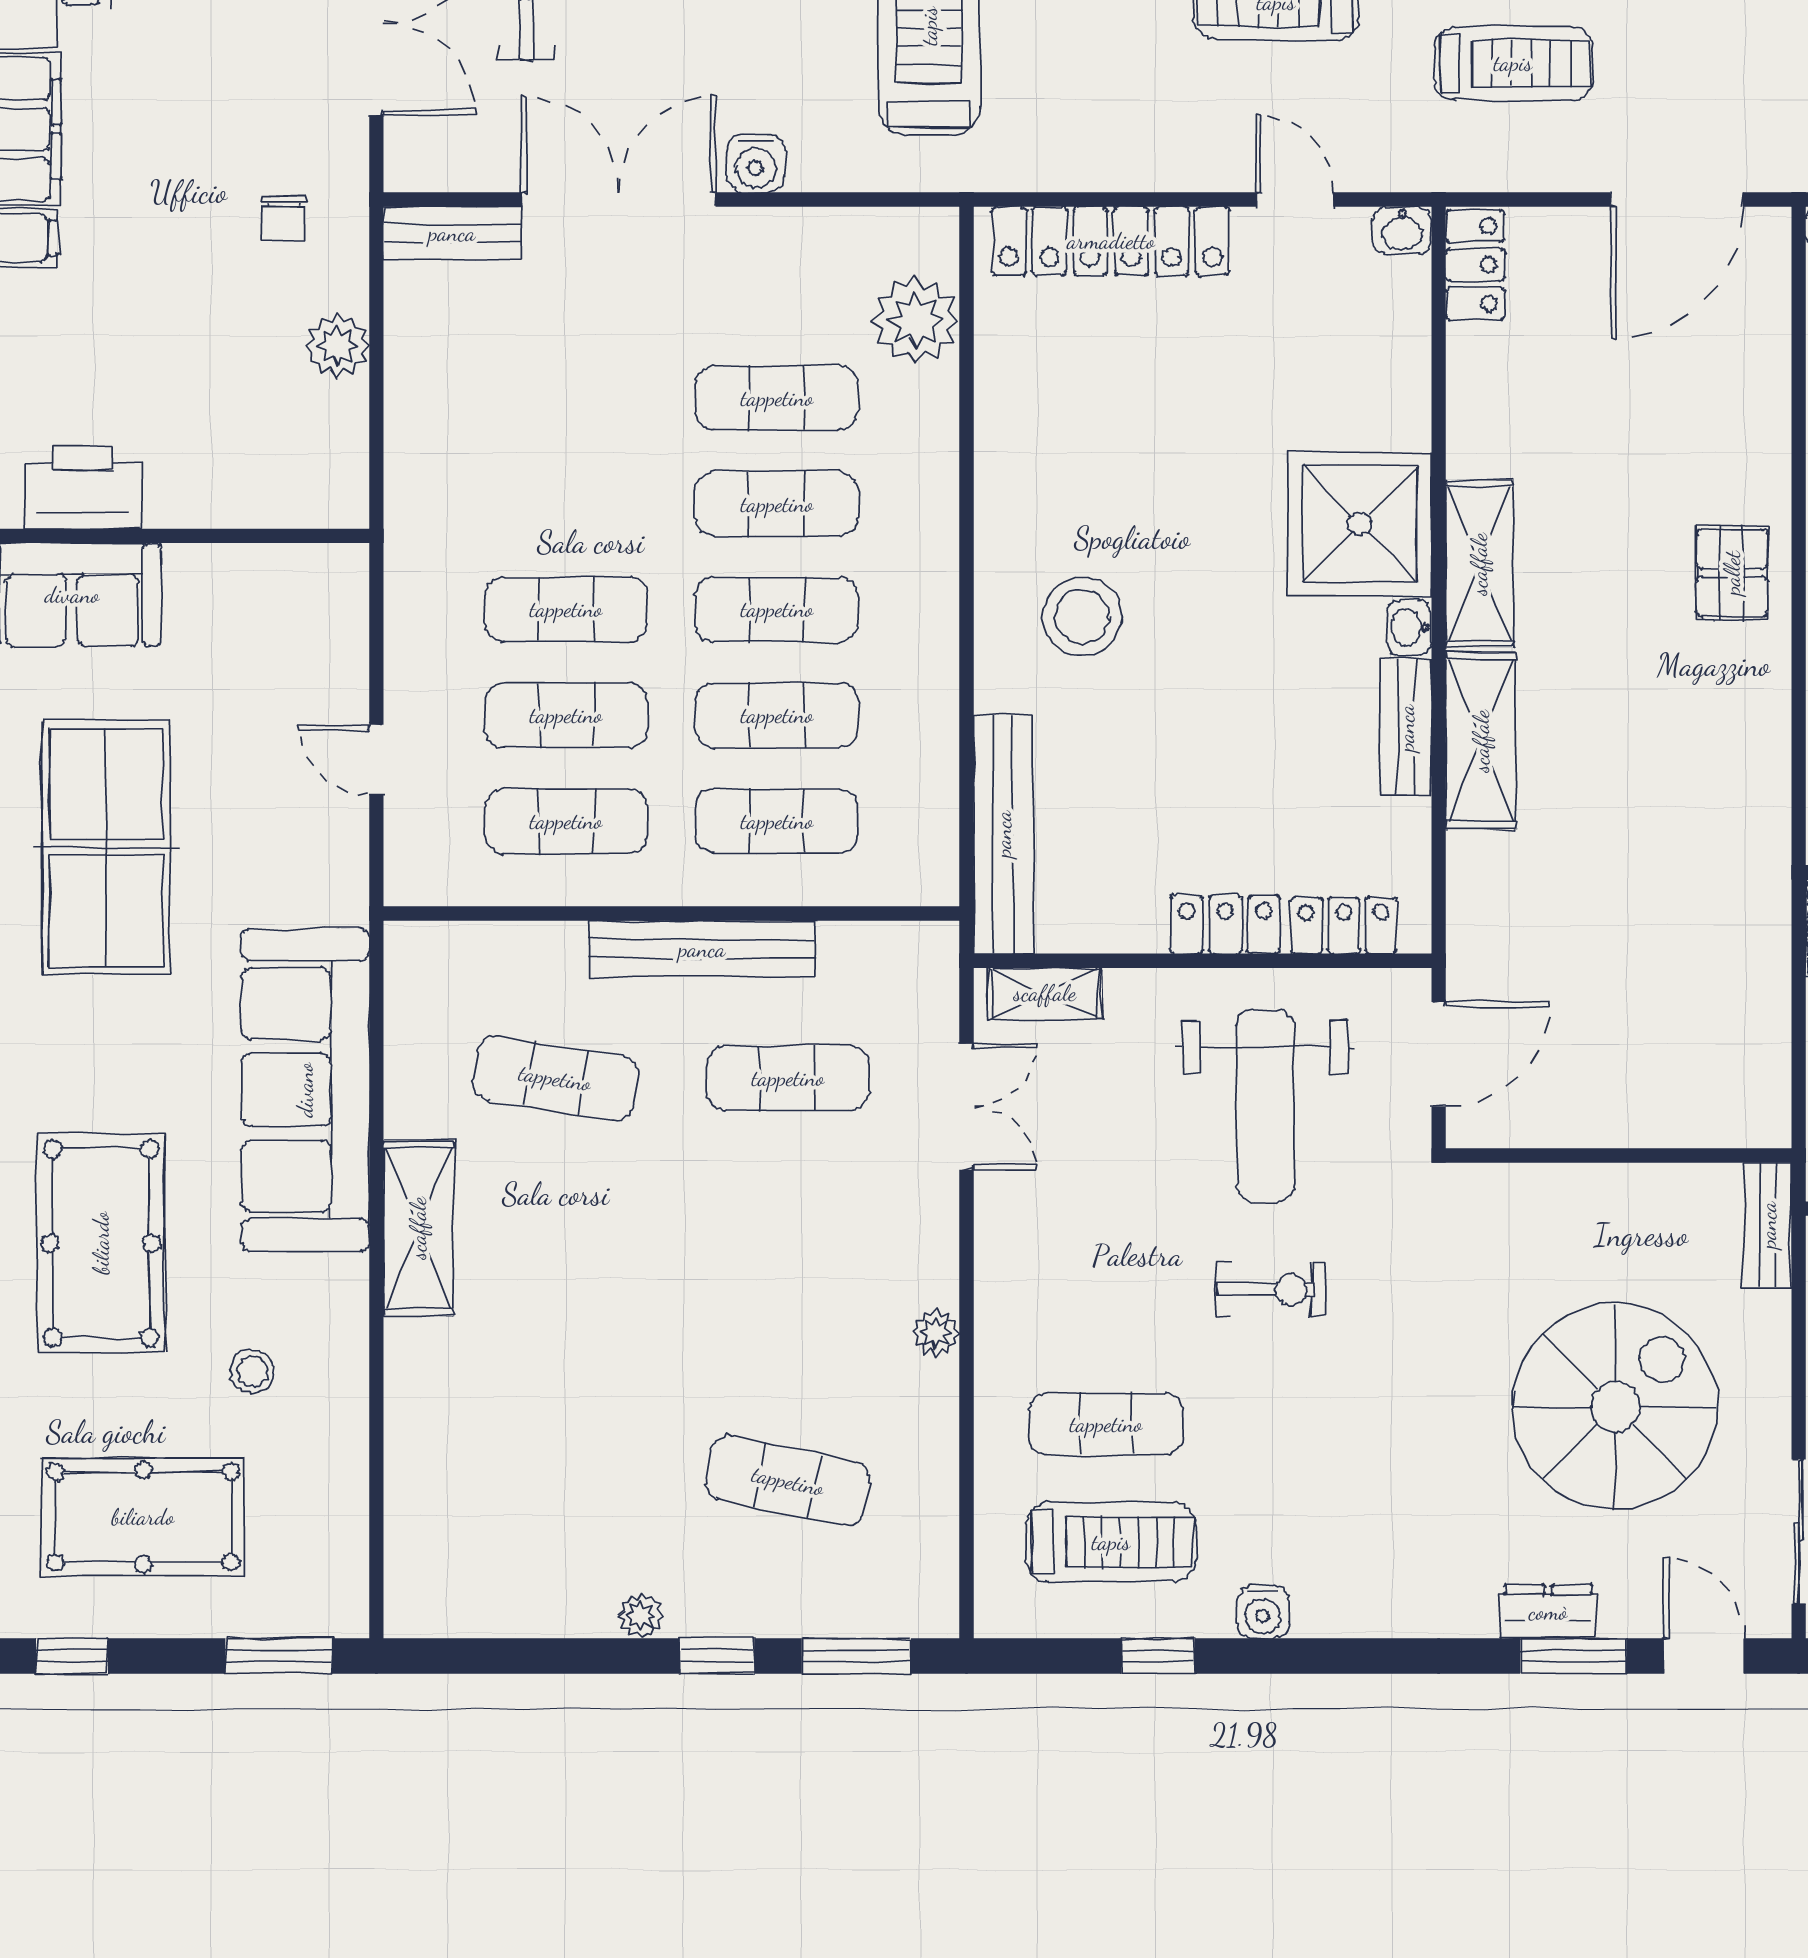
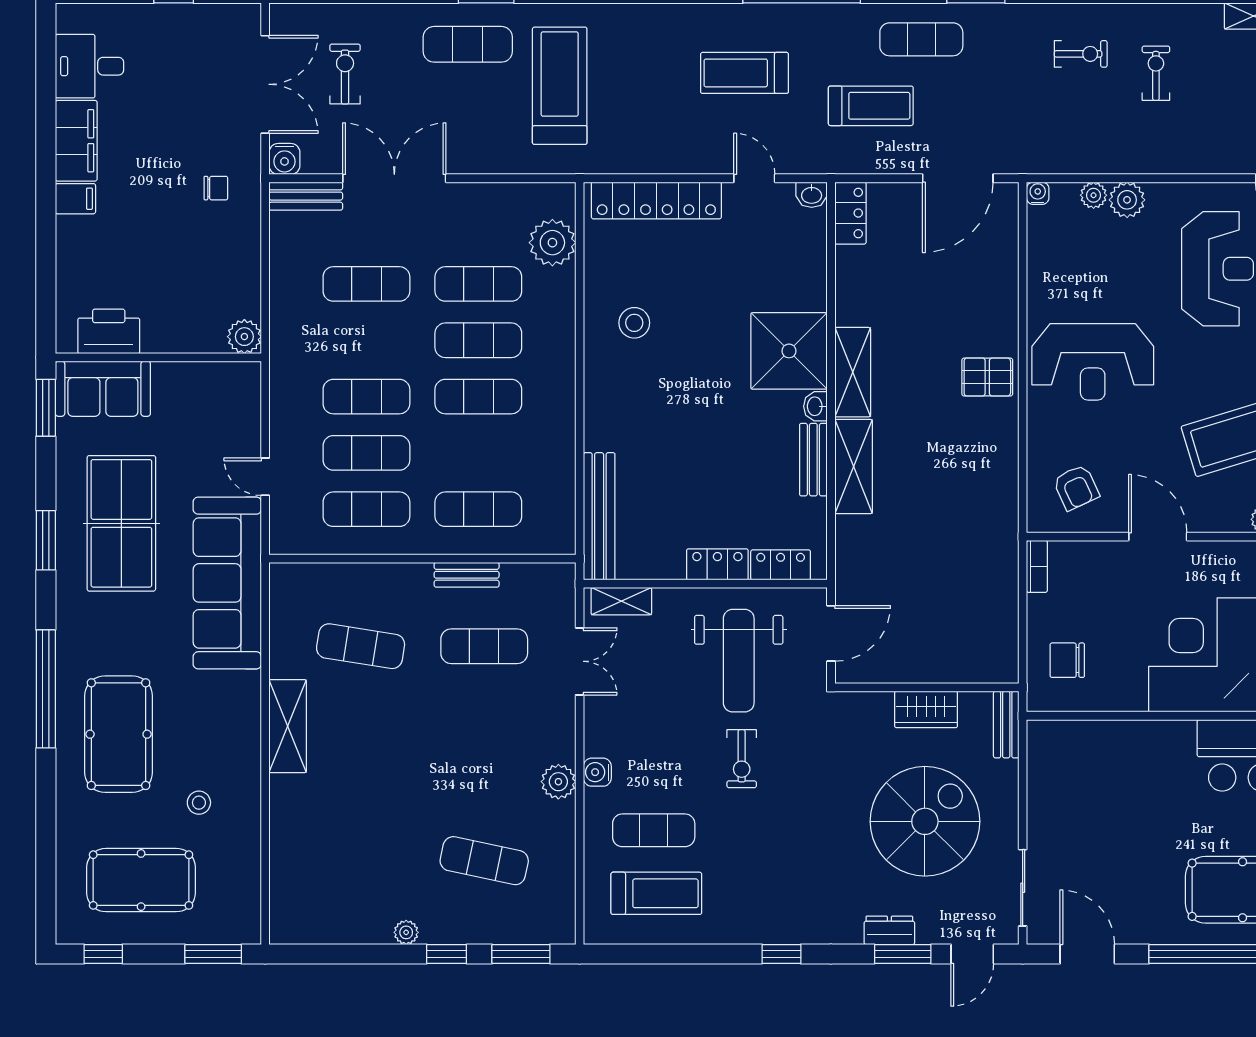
water cooler: (756, 163) -> (284, 159), moved
chair: (284, 218) -> (216, 188), turned -90
plant: (337, 345) -> (244, 337), moved
pallet: (1732, 573) -> (987, 377), turned 90
stool: (1082, 616) -> (634, 323), moved, width x0.73, depth x0.73
exercise mat: (777, 715) -> (366, 284), moved
bench: (702, 949) -> (467, 575), width x0.54, depth x0.82
sofa: (305, 1090) -> (227, 583), moved
wardrobe: (1617, 1197) -> (926, 709), added
exercise bike: (1271, 1289) -> (742, 759), turned 90
plant: (936, 1332) -> (558, 782), width x1.38, depth x1.38
water cooler: (1263, 1612) -> (597, 772), moved, turned 90
window: (1158, 1656) -> (781, 954), moved
door: (1704, 1656) -> (972, 954), swing flipped

